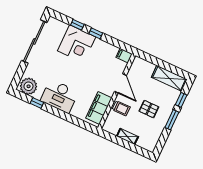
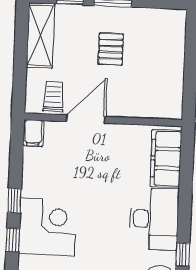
filing cabinet: (99, 108) -> (166, 159), moved, turned 90
trolley: (121, 108) -> (53, 97), moved
shelving: (127, 136) -> (176, 67), removed

